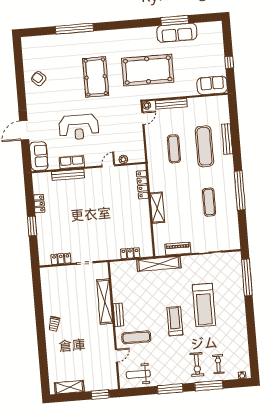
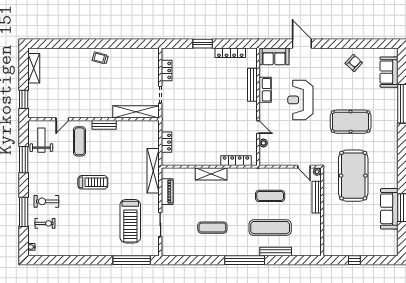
sofa: (212, 85) -> (389, 72), moved, turned 180
window: (240, 190) -> (245, 260), moved
locker: (39, 204) -> (230, 53), width x1.53
shelving: (105, 301) -> (136, 112), moved
treadmill: (204, 305) -> (130, 221), moved, turned -90
door: (116, 356) -> (62, 119), hinge flipped
window: (170, 389) -> (24, 160), moved

